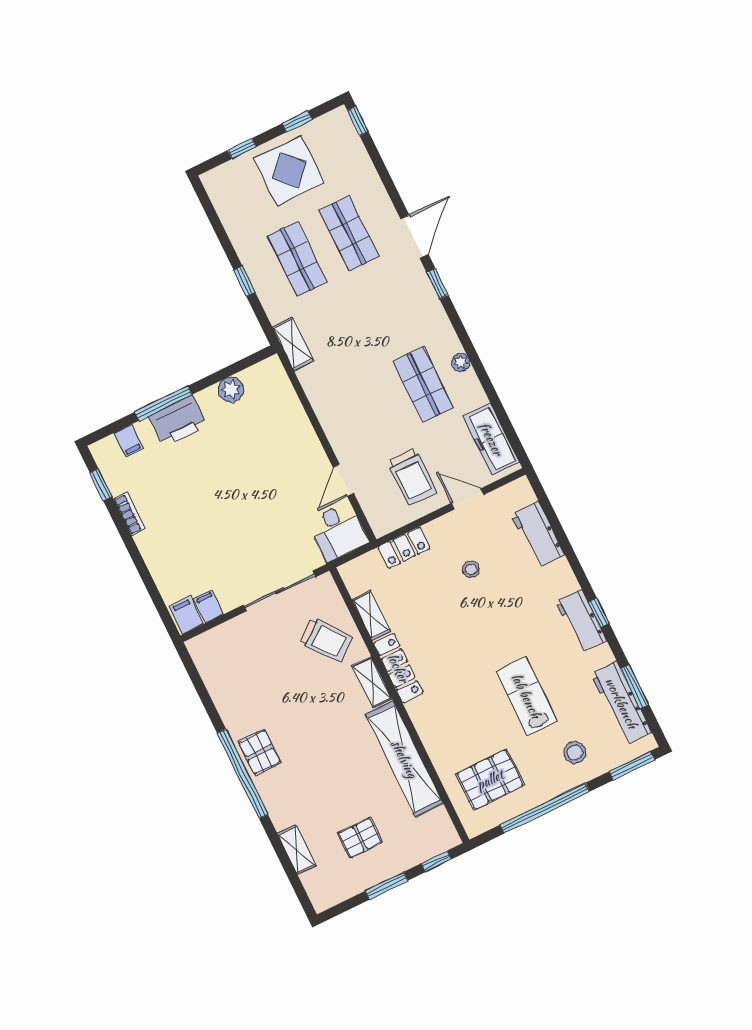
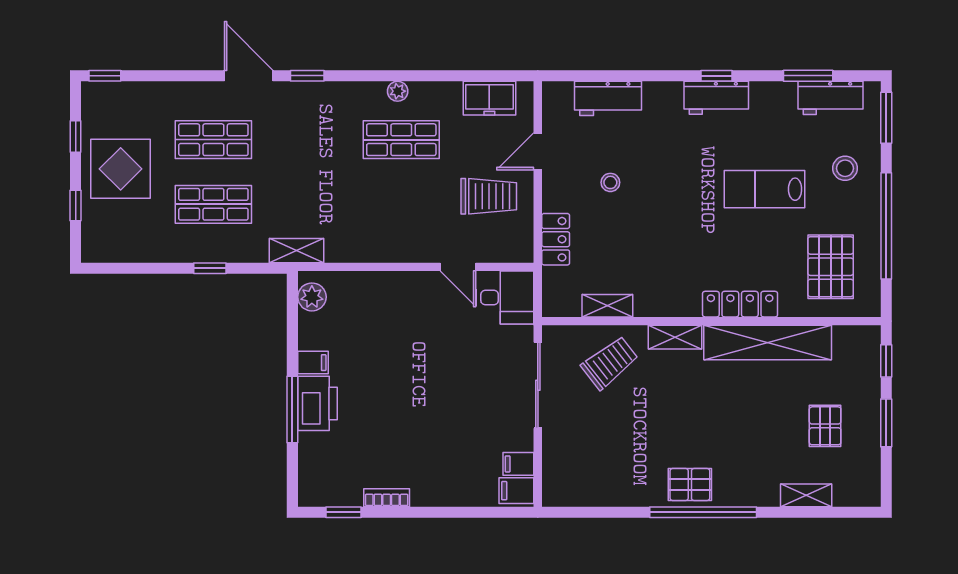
plant: (231, 390) -> (312, 297), moved
freezer: (491, 439) -> (489, 98), width x0.71
filing cabinet: (129, 441) -> (313, 363), moved
locker: (398, 668) -> (740, 304), moved
workbench: (621, 703) -> (830, 98), width x0.73

